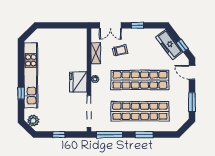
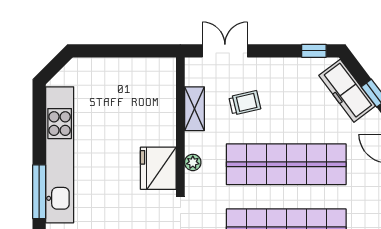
double door: (110, 25) -> (225, 51), swing flipped
window: (137, 25) -> (314, 51), moved
window: (21, 93) -> (39, 192), width x2.17

